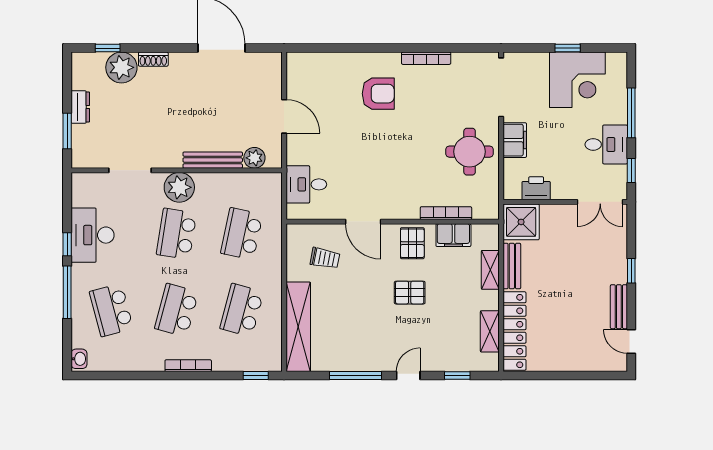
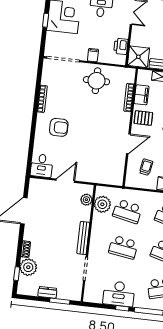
armchair: (378, 94) -> (59, 127), turned 90
filing cabinet: (515, 140) -> (93, 55), width x0.50
bench: (213, 160) -> (83, 238), moved
desk: (306, 184) -> (42, 166), moved
plant: (179, 187) -> (102, 204), moved

